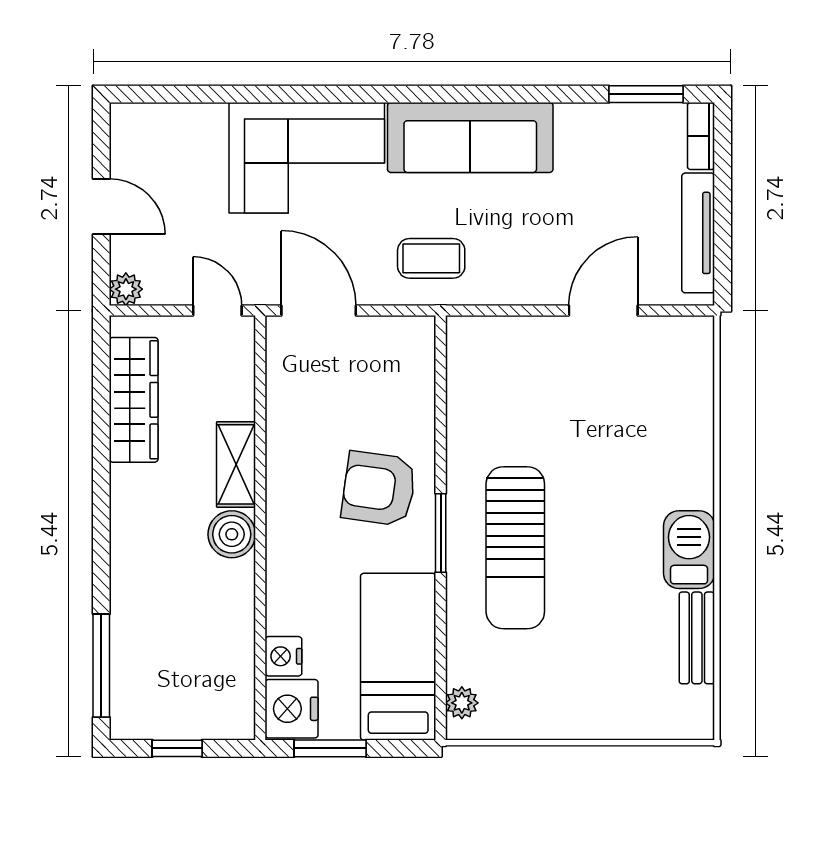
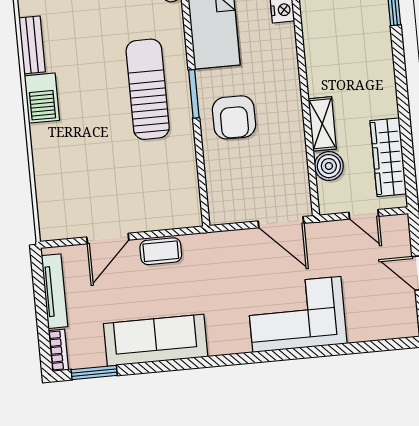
sofa: (470, 137) -> (156, 340), moved
coffee table: (431, 258) -> (161, 251), moved
plant: (126, 289) -> (399, 224), removed
door: (217, 311) -> (364, 214), moved
armchair: (379, 489) -> (234, 117), turned 82
boiler: (232, 534) -> (329, 166), moved

